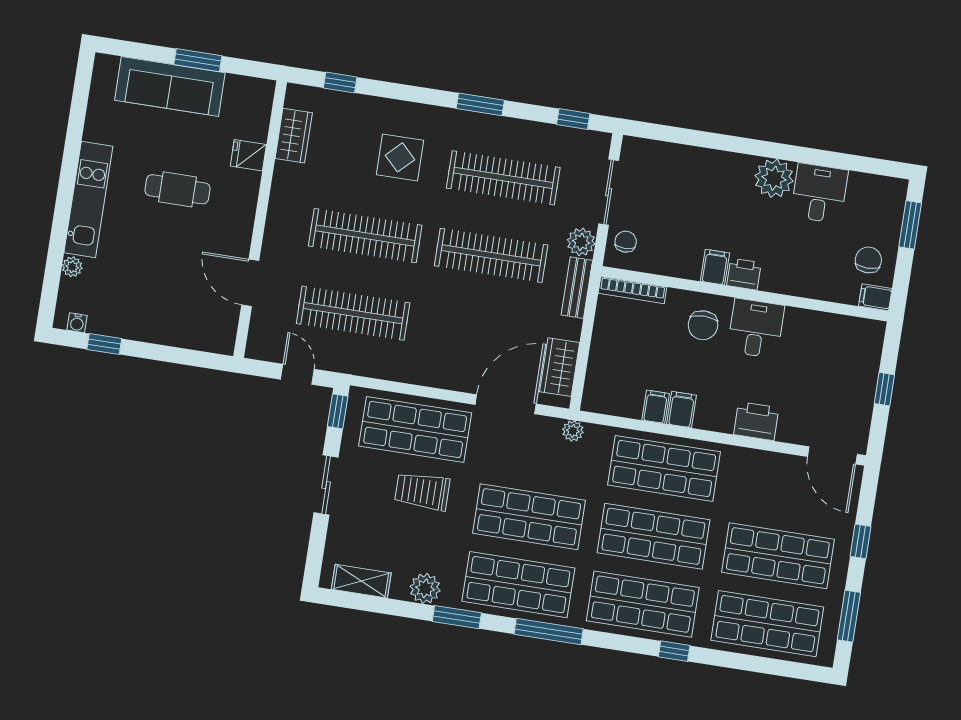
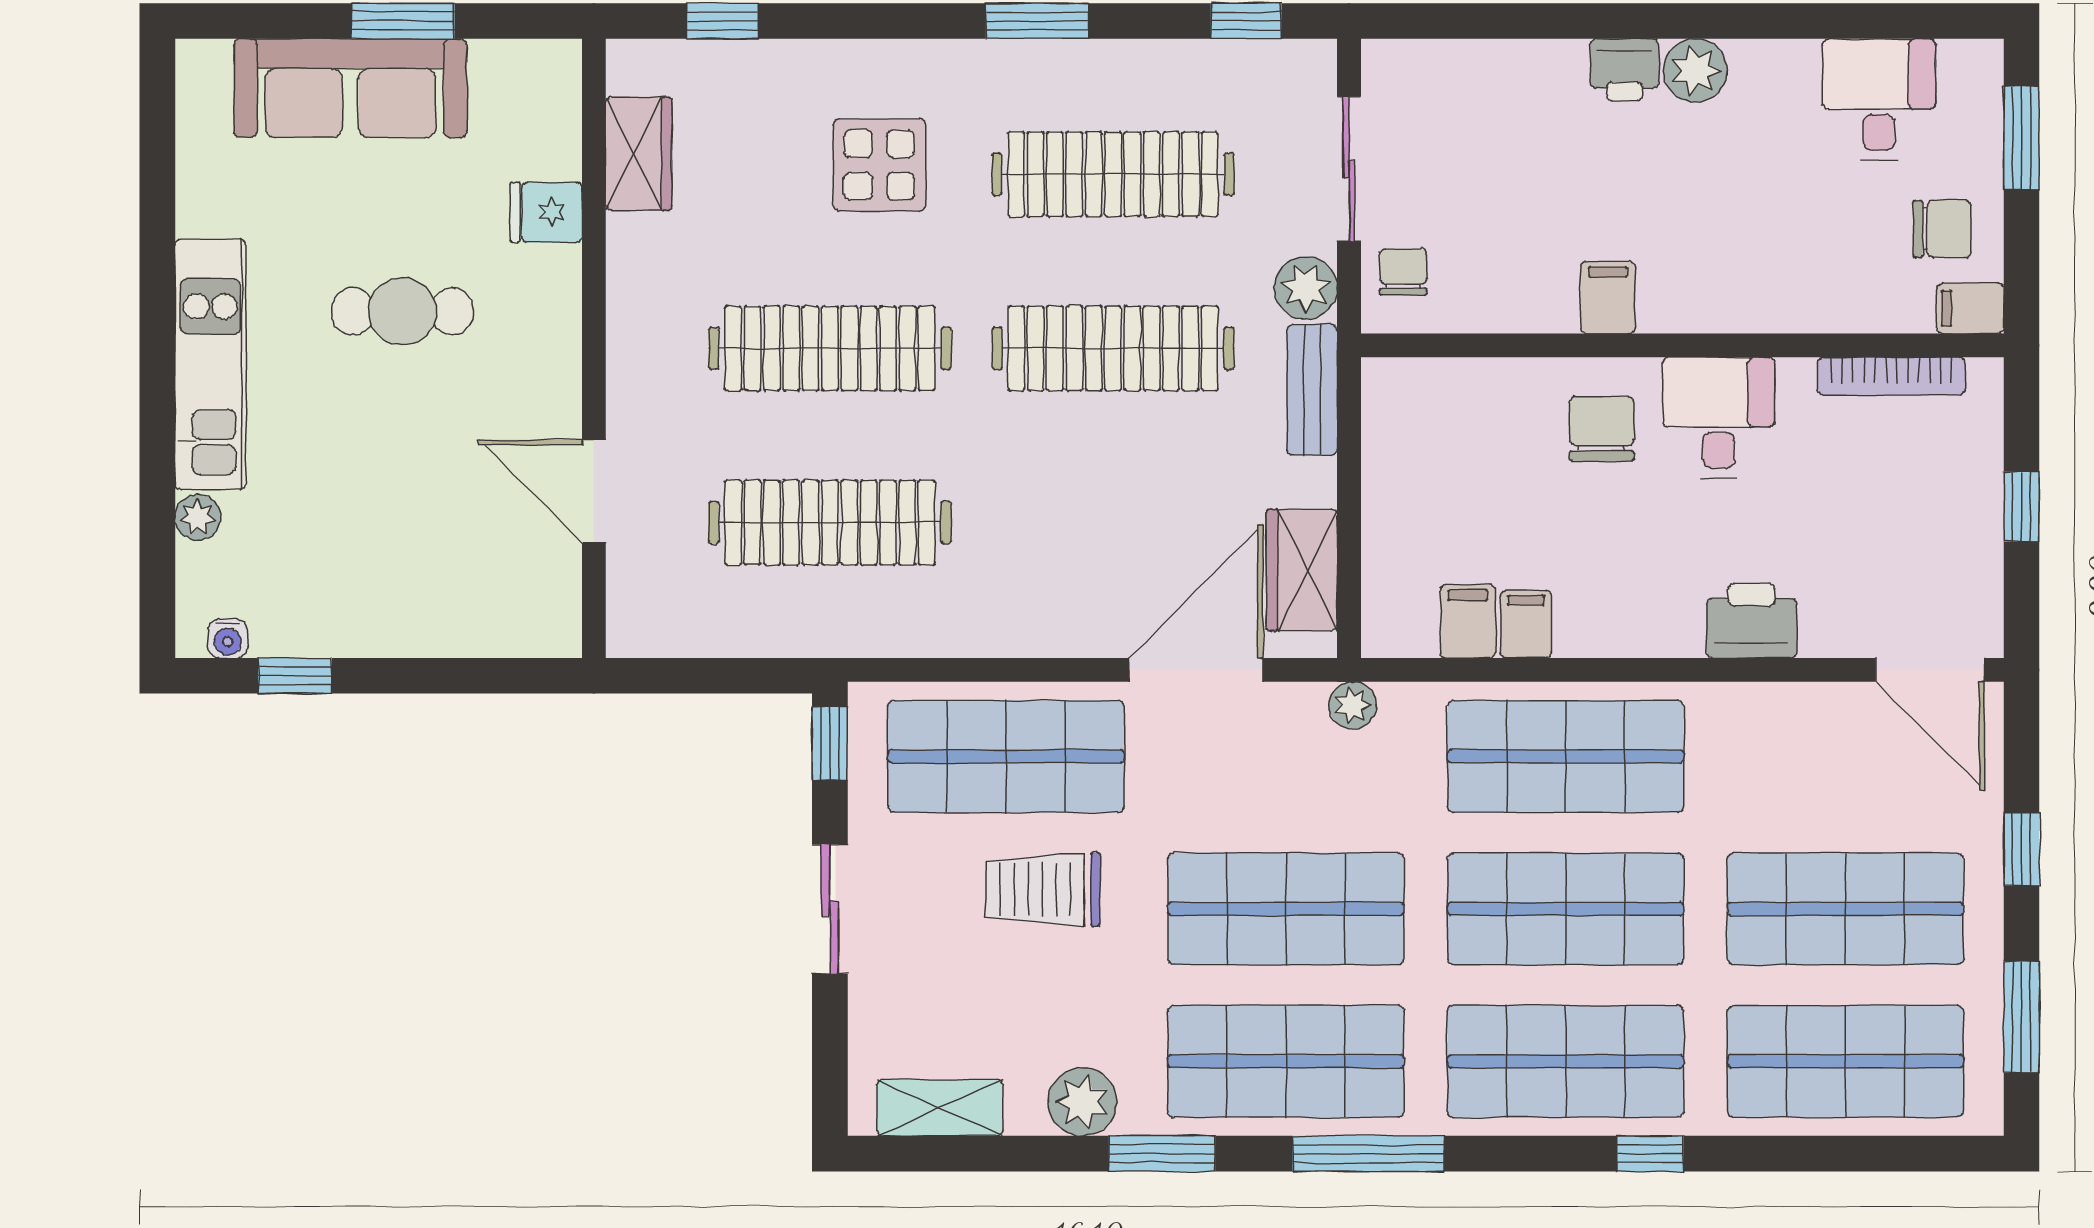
plant: (774, 178) -> (1695, 71), width x0.73, depth x0.73
desk: (819, 193) -> (1879, 99), moved
chair: (868, 260) -> (1942, 229), turned 90
printer: (744, 274) -> (1625, 70), moved, turned 180
bookcase: (632, 290) -> (1891, 376), moved
chair: (703, 325) -> (1602, 429), turned 180
door: (297, 374) -> (729, 676), removed
filing cabinet: (682, 410) -> (1468, 621), moved

